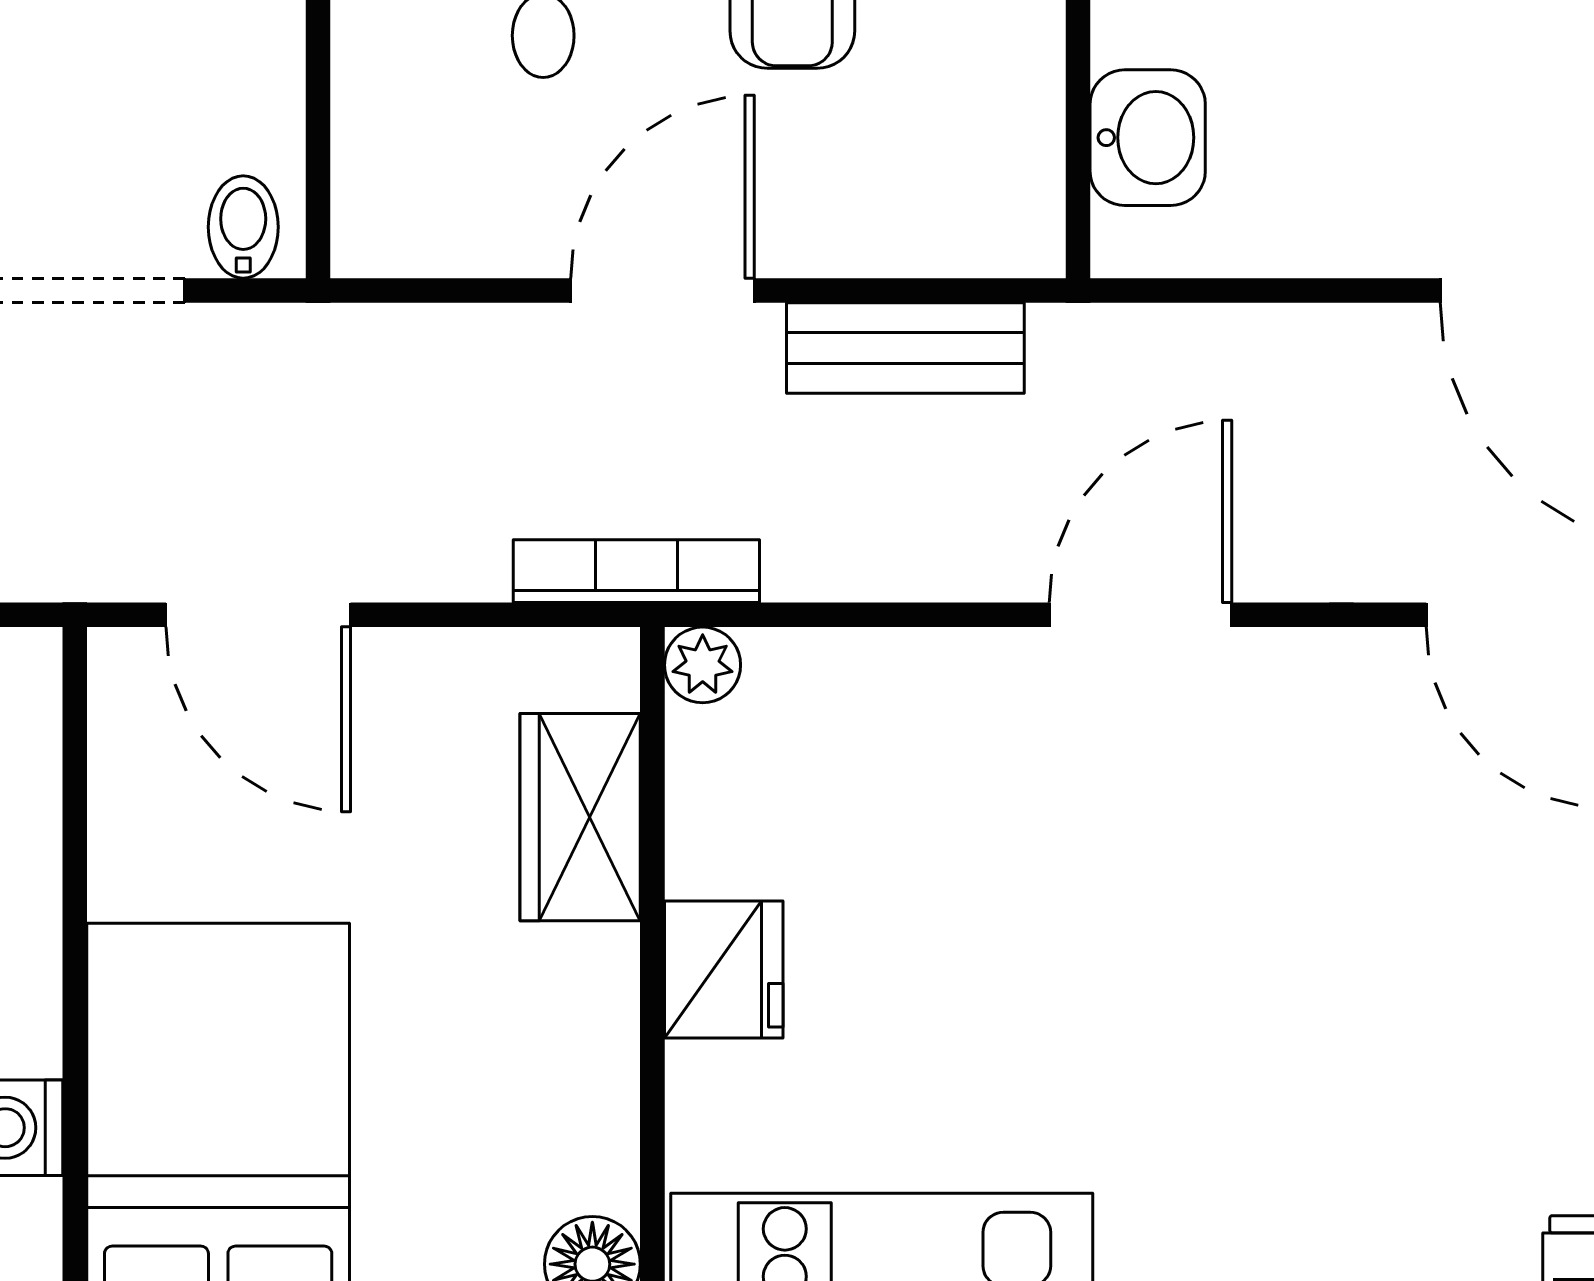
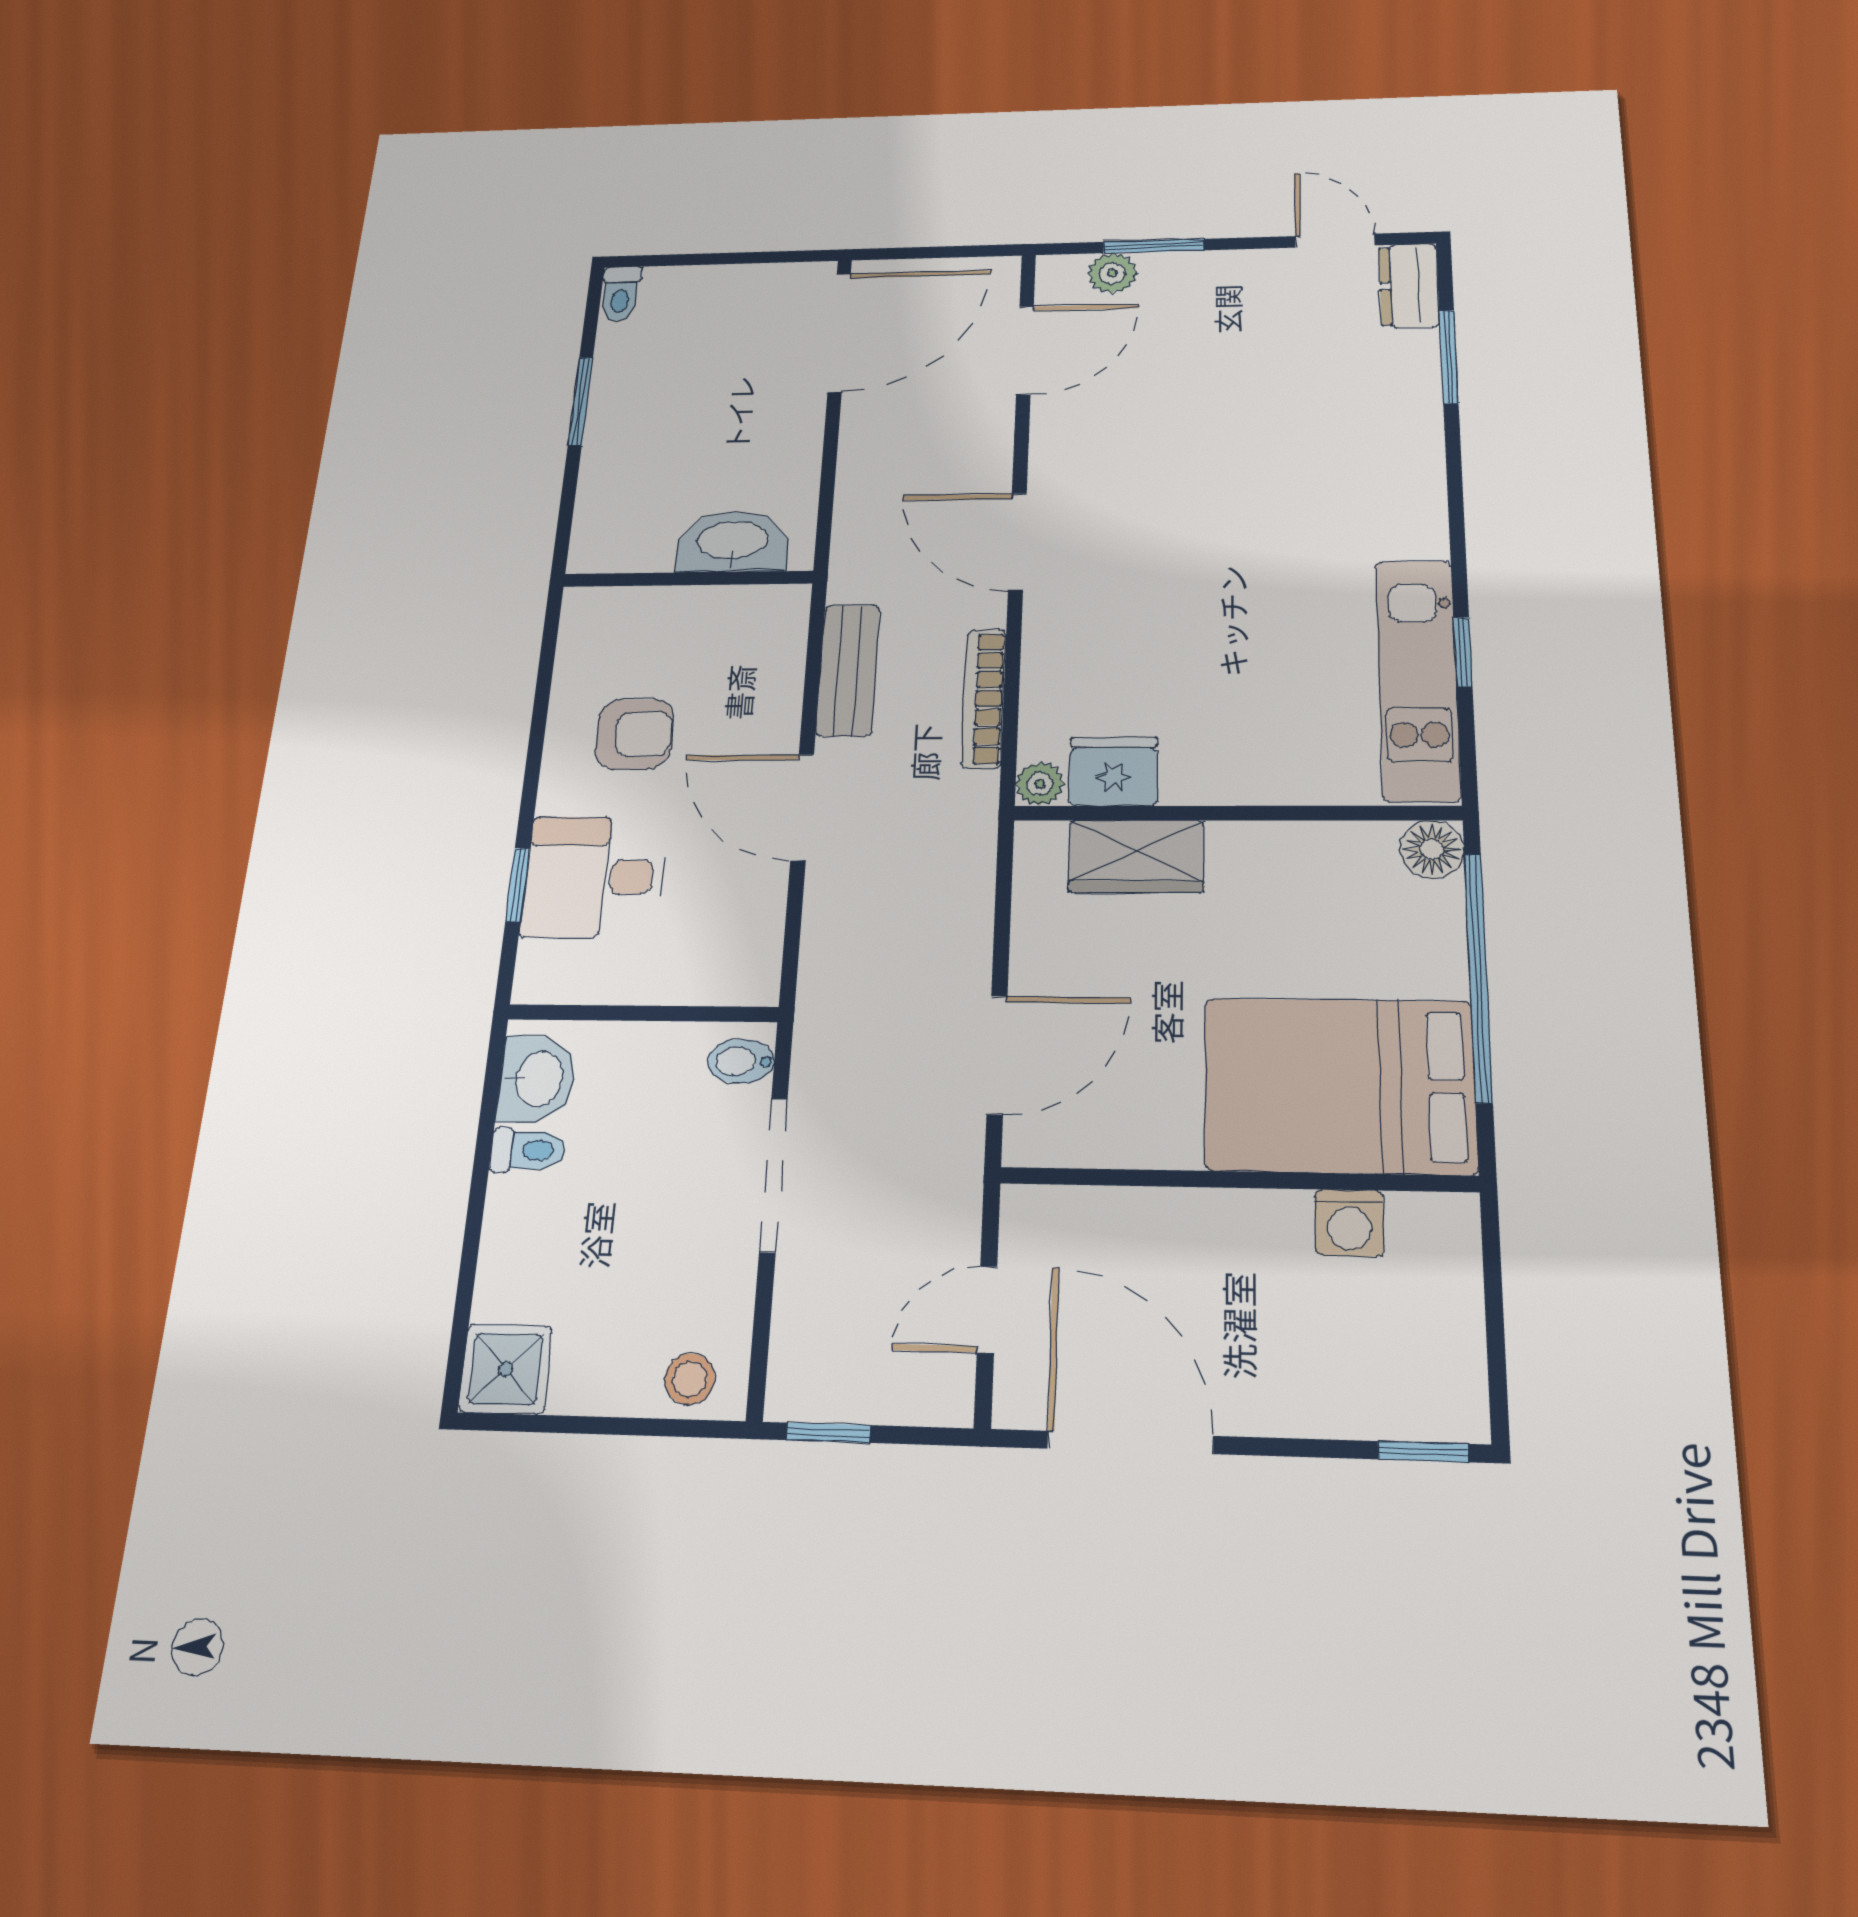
washbasin: (1148, 138) -> (733, 542), width x1.38
bookcase: (636, 571) -> (984, 698), moved
fridge: (724, 970) -> (1113, 771), moved

